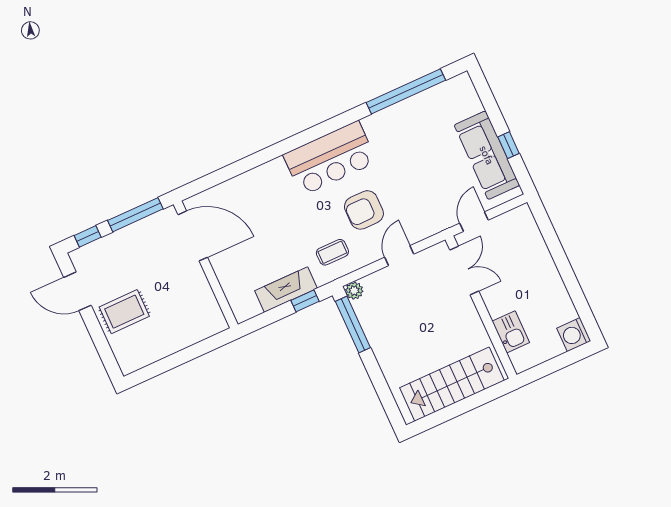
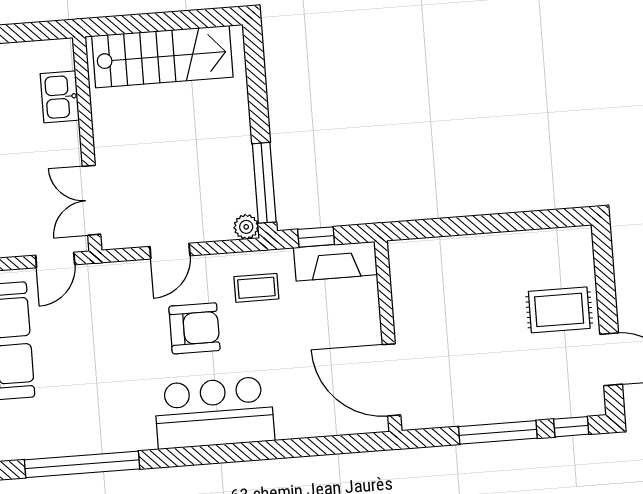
door: (193, 236) -> (391, 380), moved
wall: (206, 264) -> (388, 336), moved

